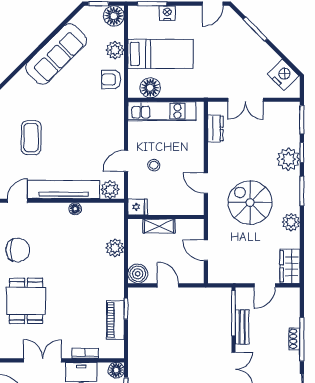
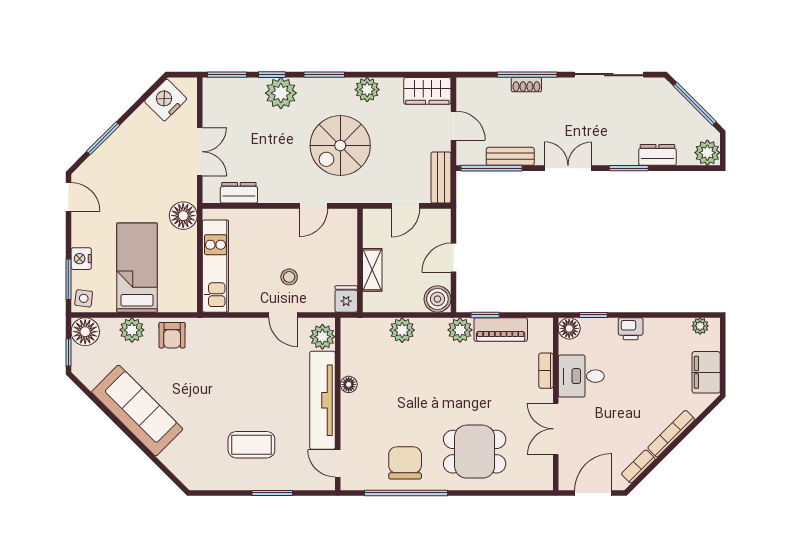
side table: (138, 15) -> (84, 298), added
floor lamp: (150, 88) -> (183, 216), moved
bench: (227, 276) -> (441, 178), added
plant: (115, 290) -> (460, 330), added

